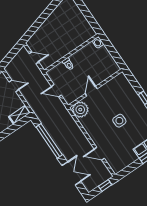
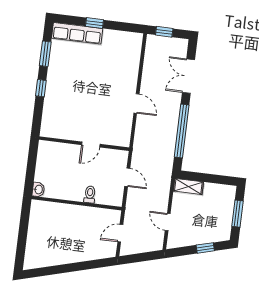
door: (34, 58) -> (120, 233), hinge flipped
plant: (80, 110) -> (120, 135), removed
side table: (119, 121) -> (89, 87), removed
door: (99, 154) -> (136, 103), moved

